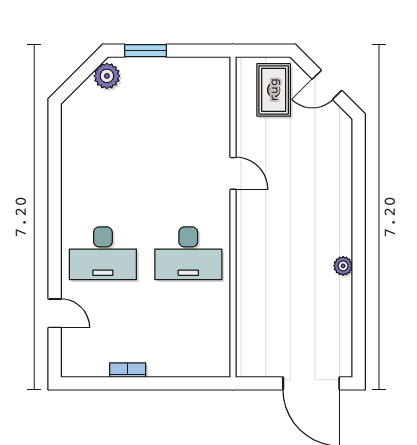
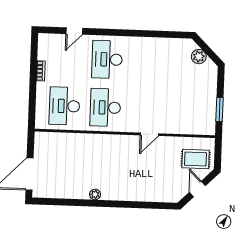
window: (146, 51) -> (220, 109), moved
plant: (107, 76) -> (199, 57), moved
desk: (188, 326) -> (64, 106), added

